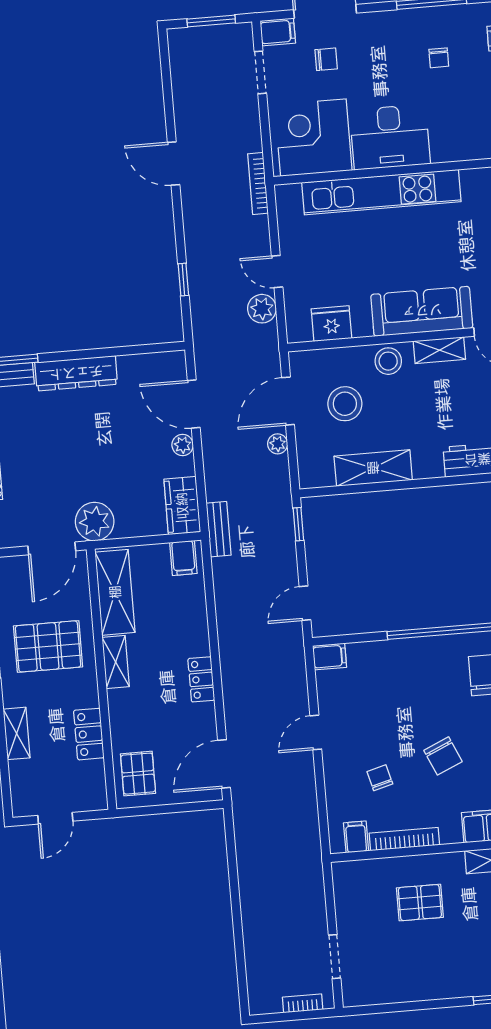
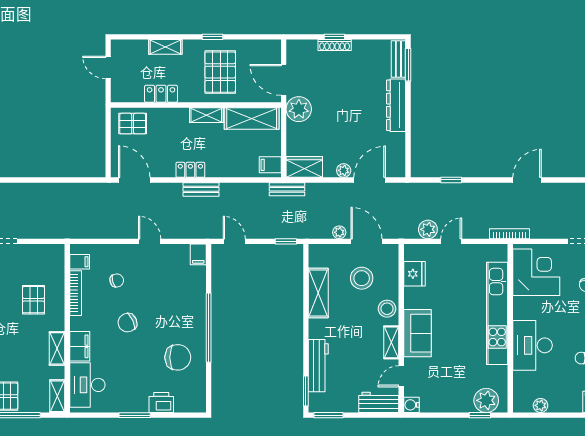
desk: (390, 137) -> (532, 345), moved
sofa: (422, 311) -> (418, 333), width x0.73
bench: (230, 661) -> (201, 189), added

